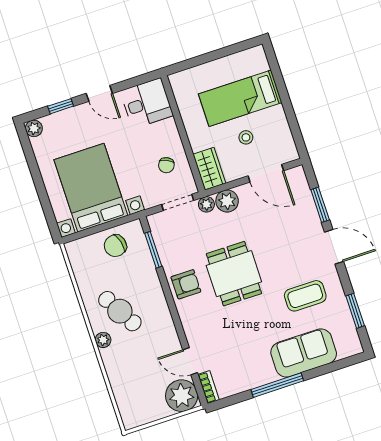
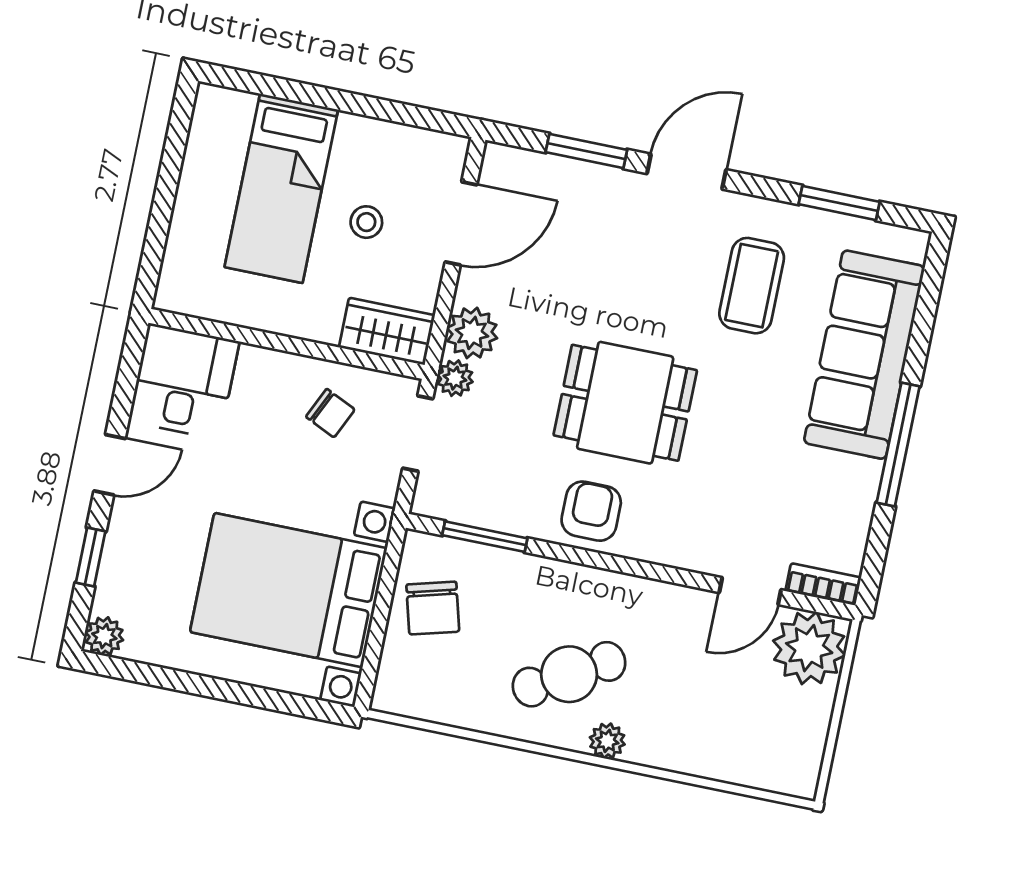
sofa: (304, 353) -> (864, 355), width x1.36

